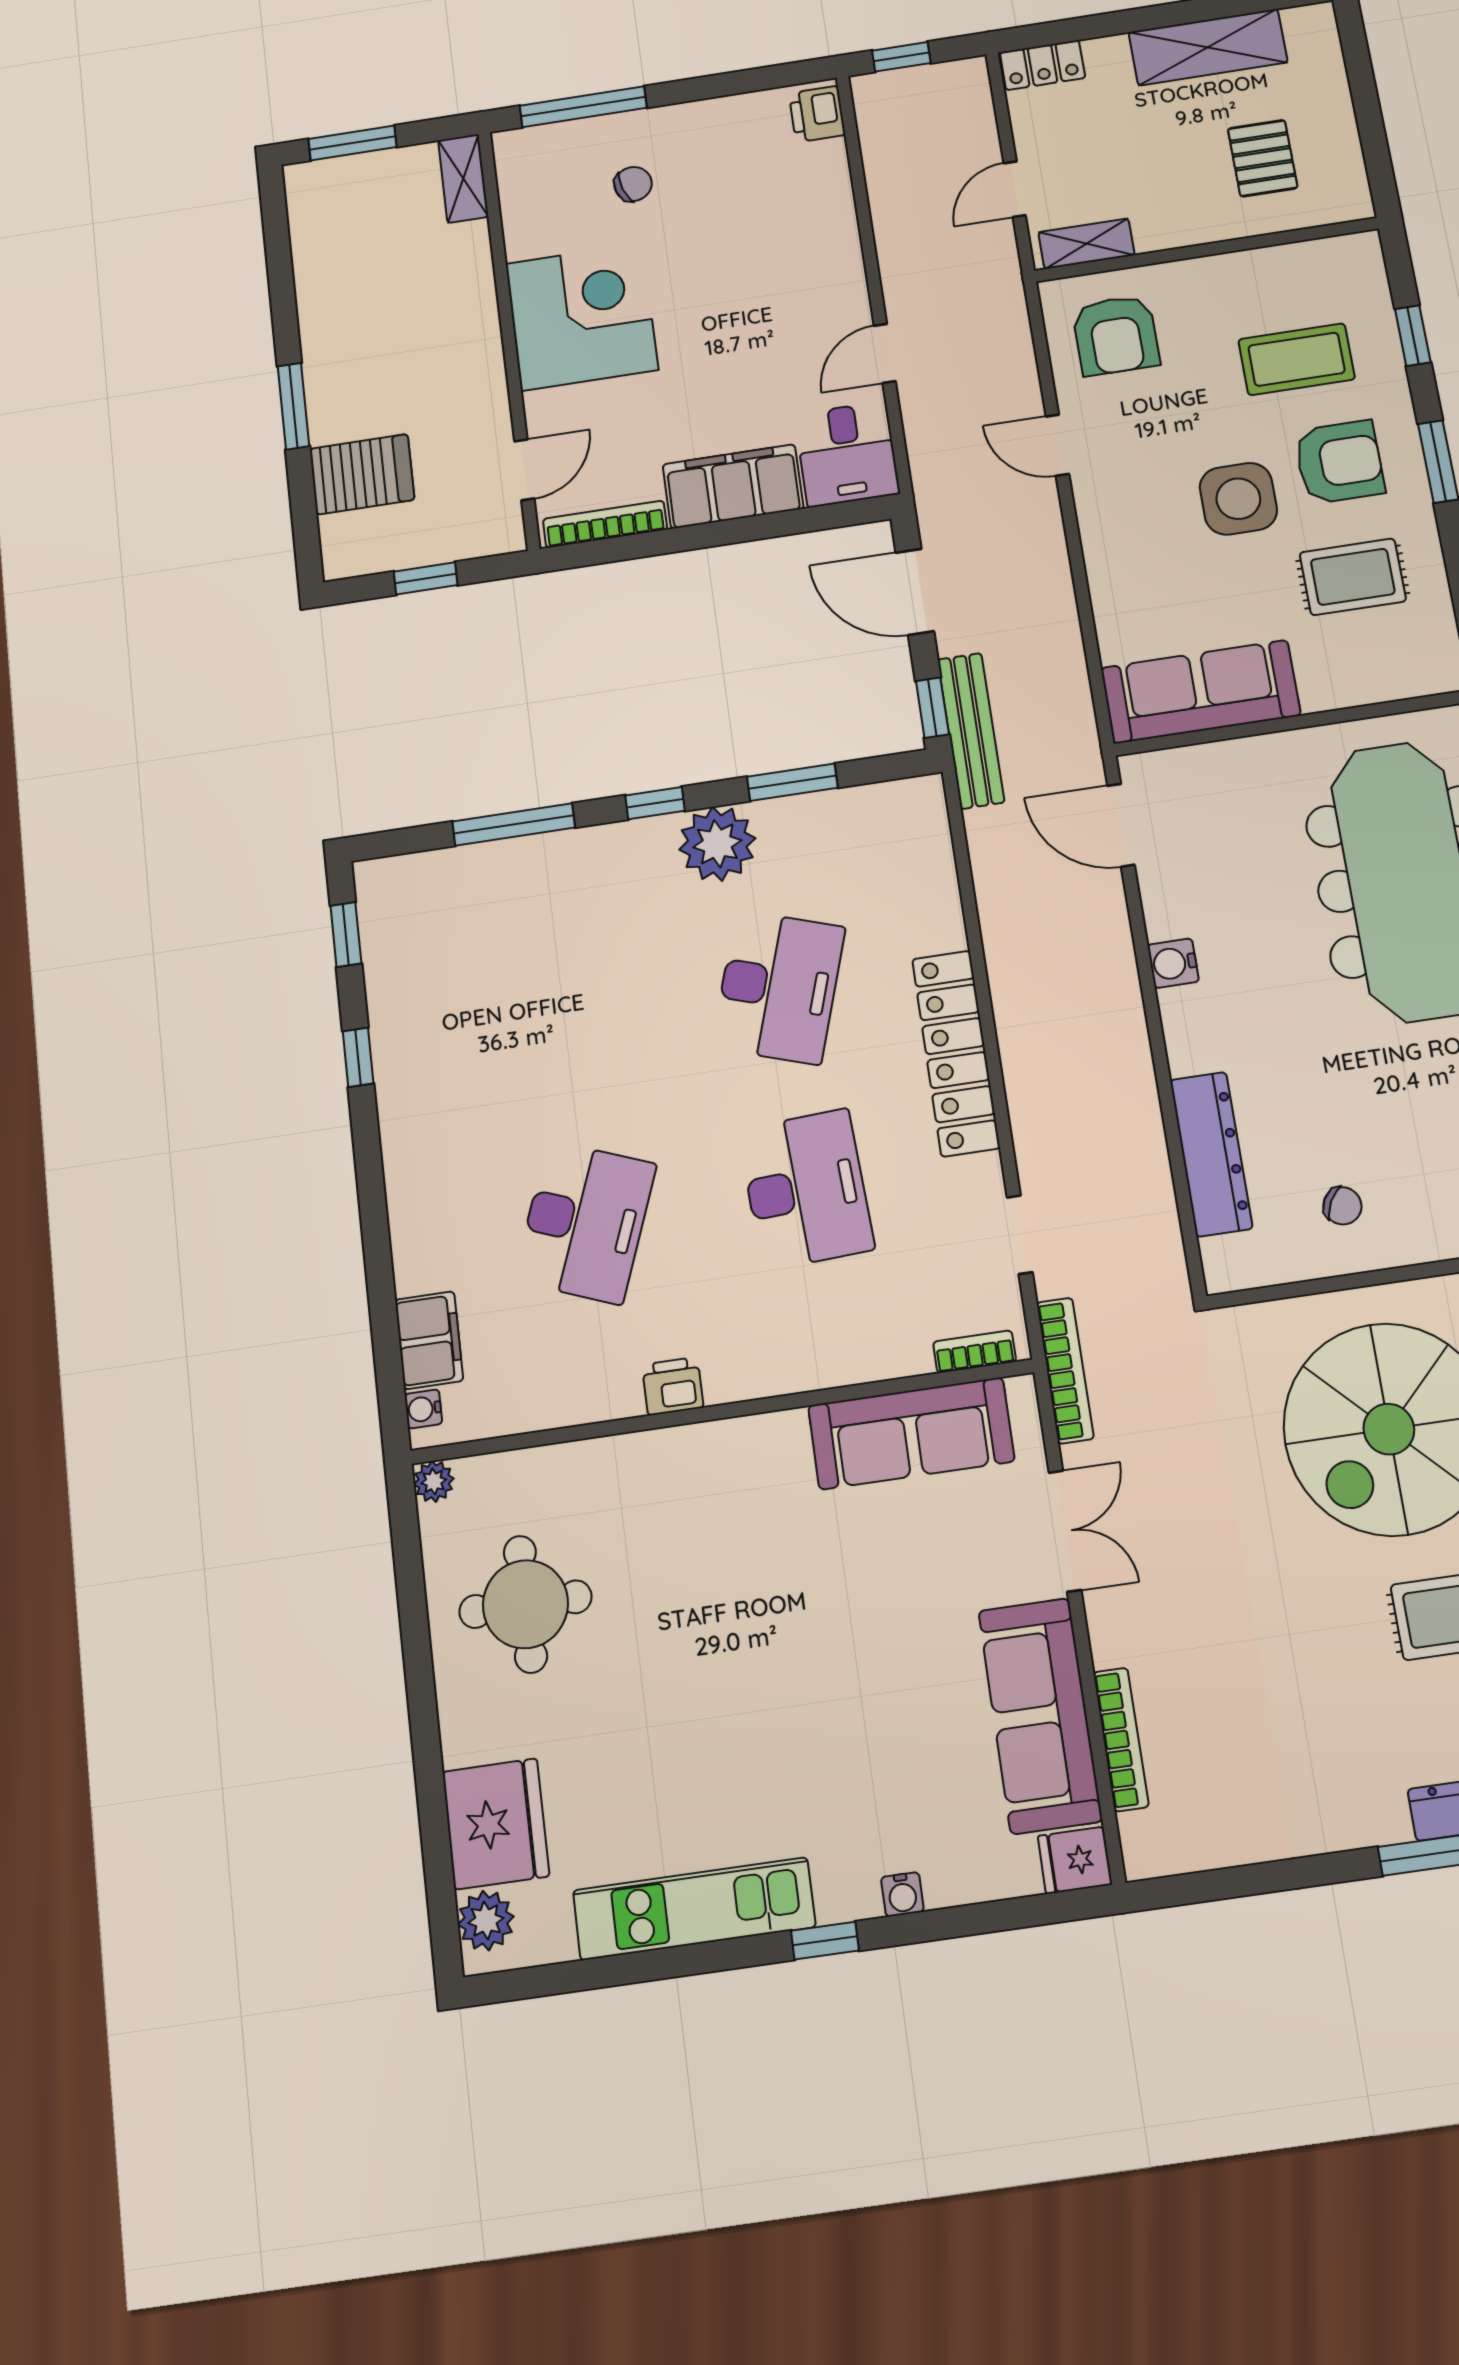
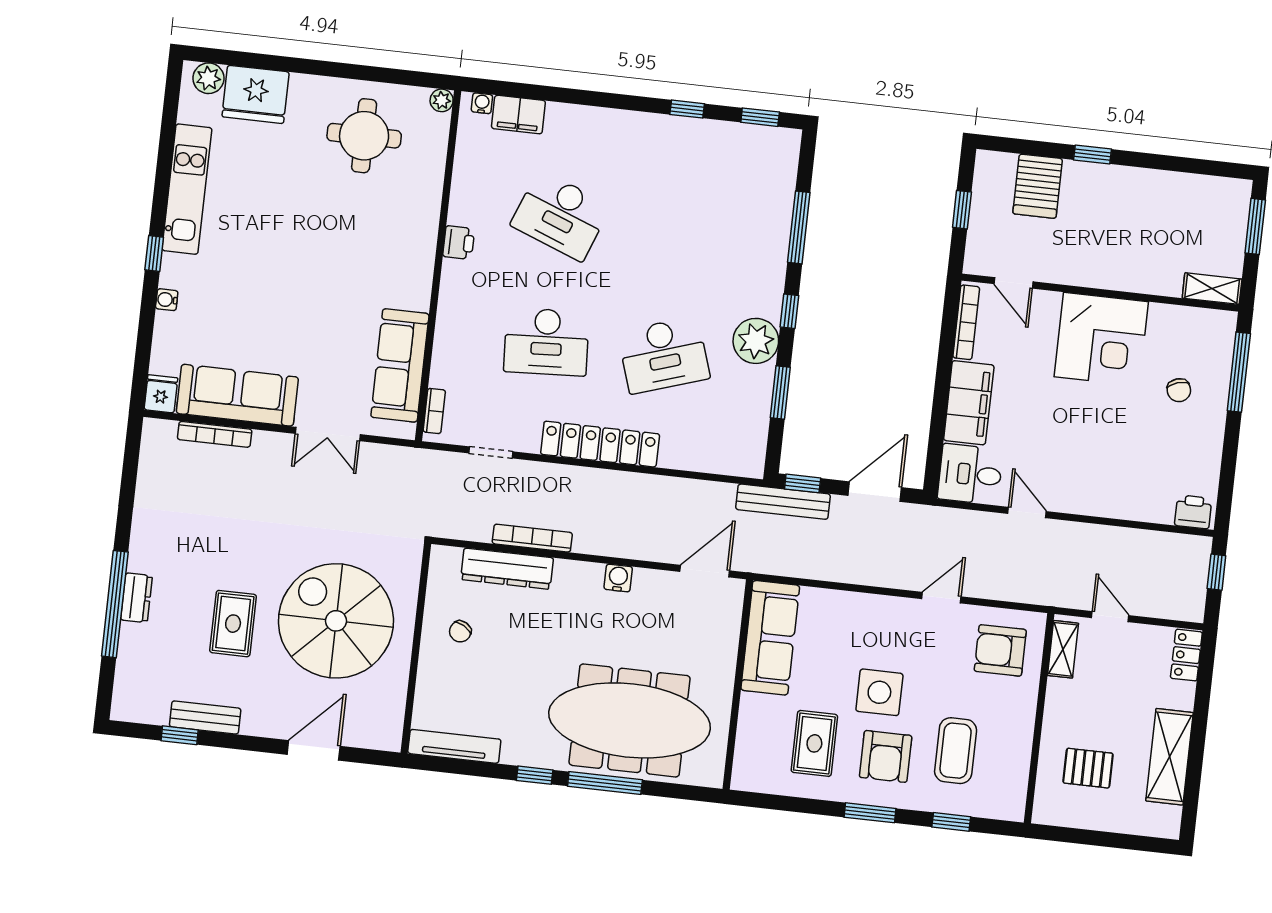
window: (293, 406) -> (1093, 155), width x0.67
desk: (778, 987) -> (664, 355), turned -36
bookcase: (1065, 1370) -> (532, 538), moved, turned 180

